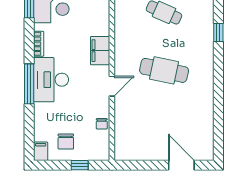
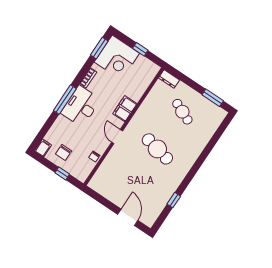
window: (218, 33) -> (174, 200), moved
door: (112, 86) -> (117, 137), swing flipped

